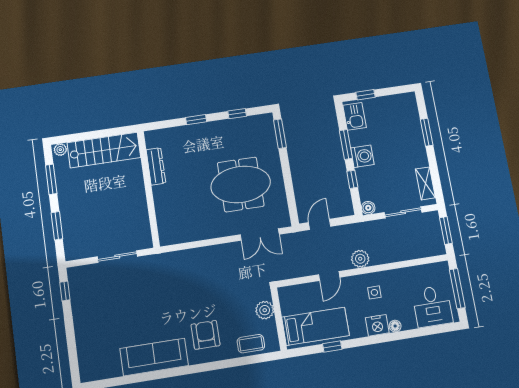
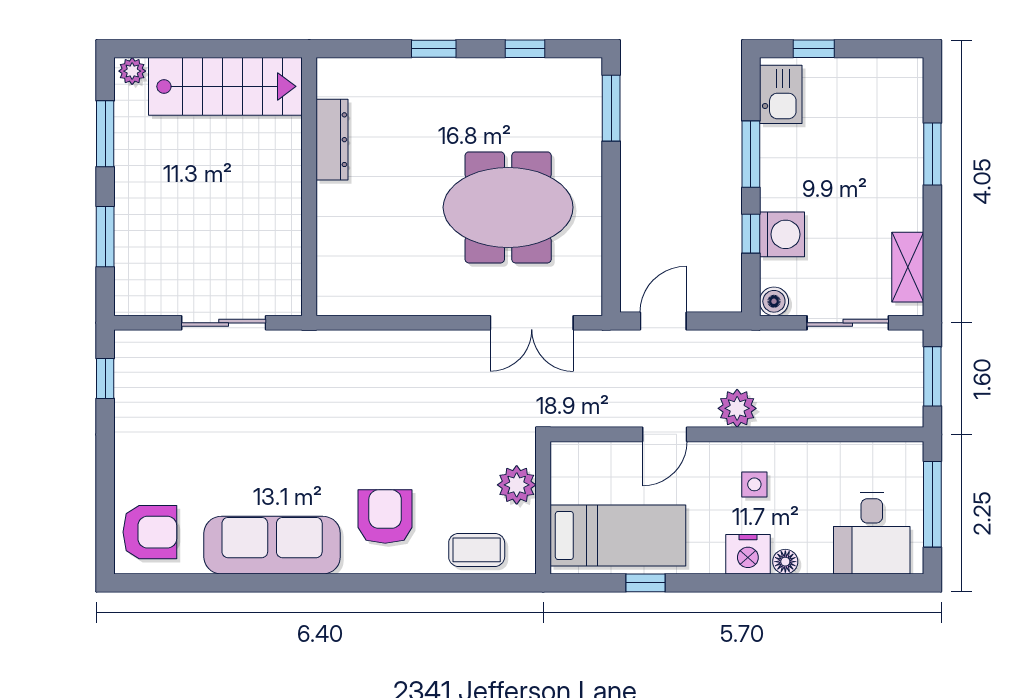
washing machine: (362, 156) -> (782, 234), moved
armchair: (95, 360) -> (150, 532), added

